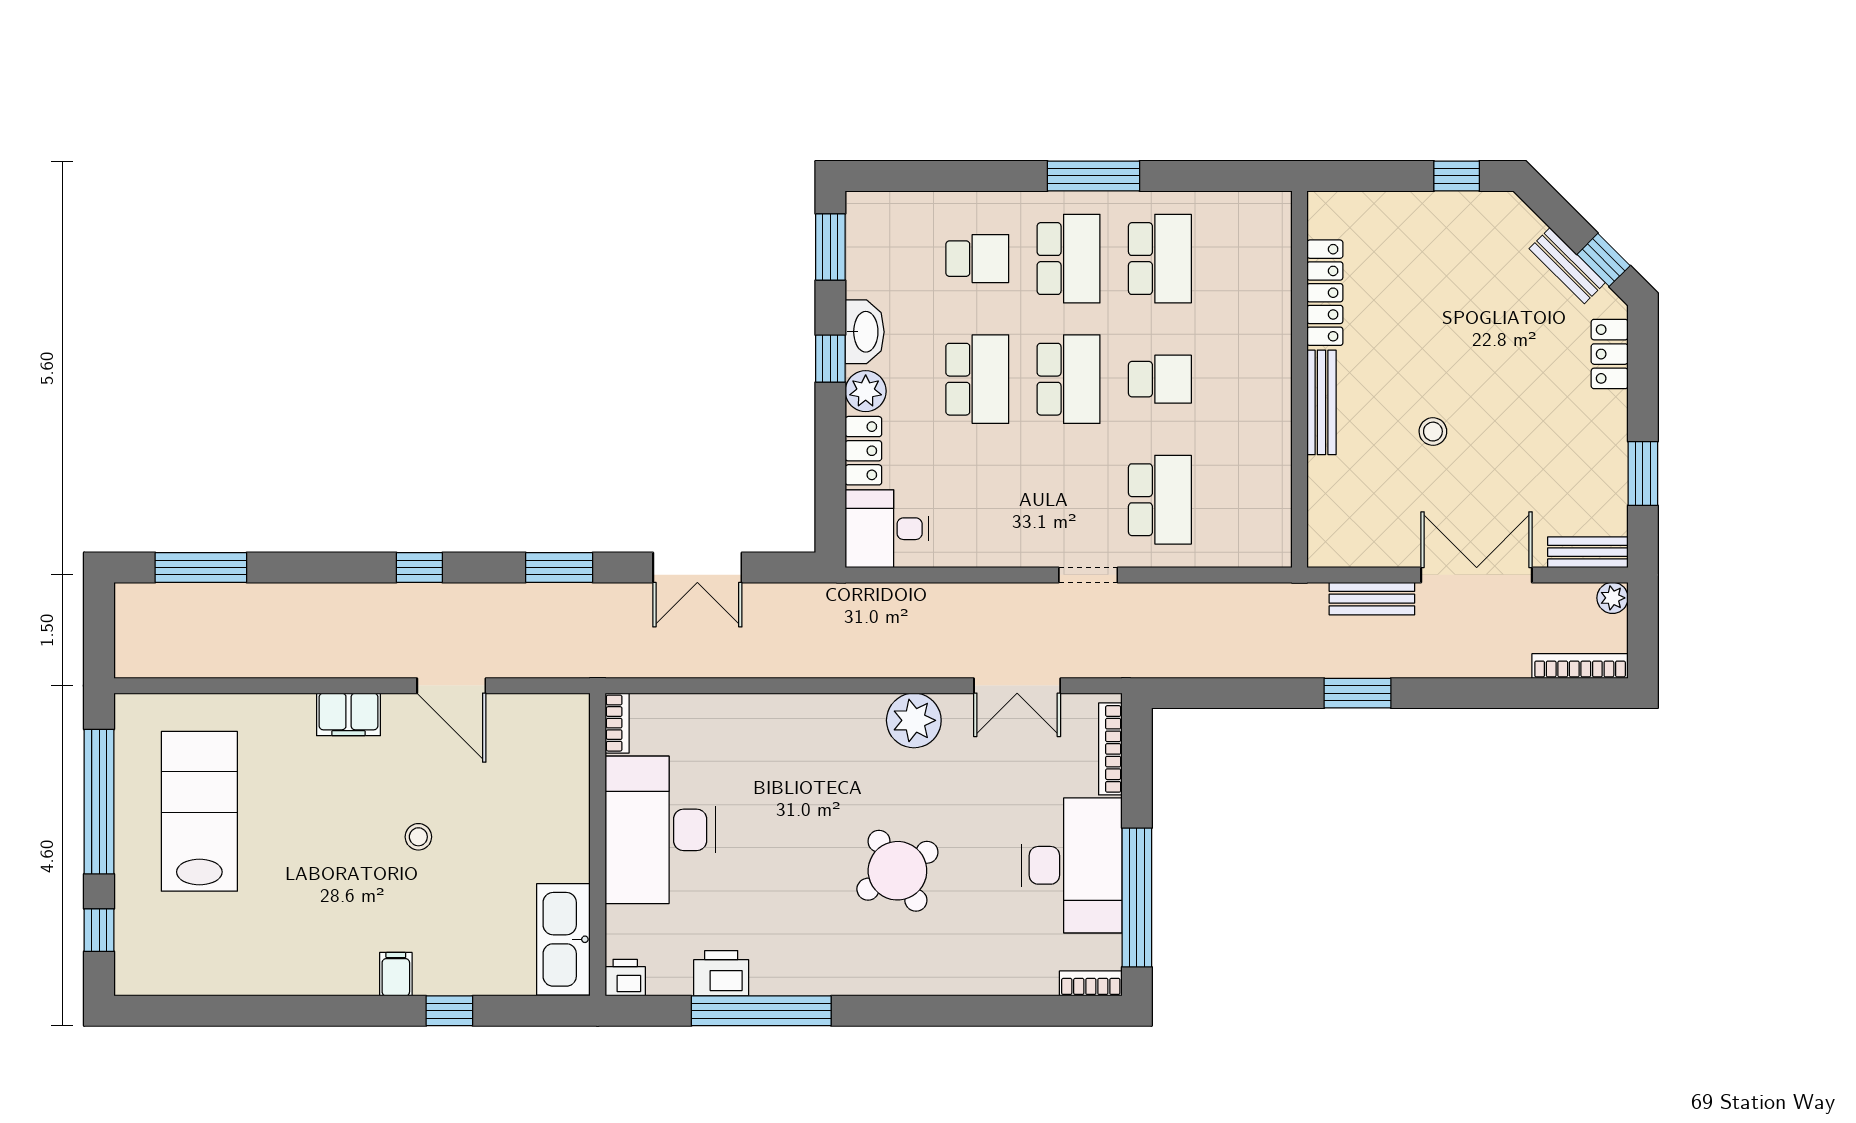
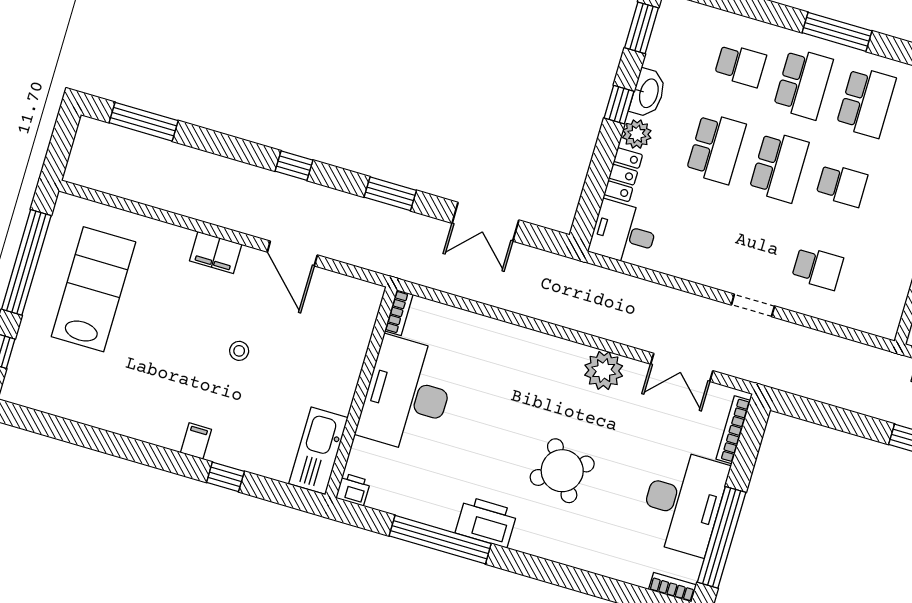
school desk: (1160, 500) -> (818, 268), width x0.54
printer: (721, 973) -> (486, 522), moved, width x1.37, depth x1.19

